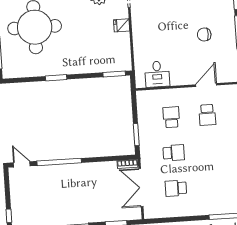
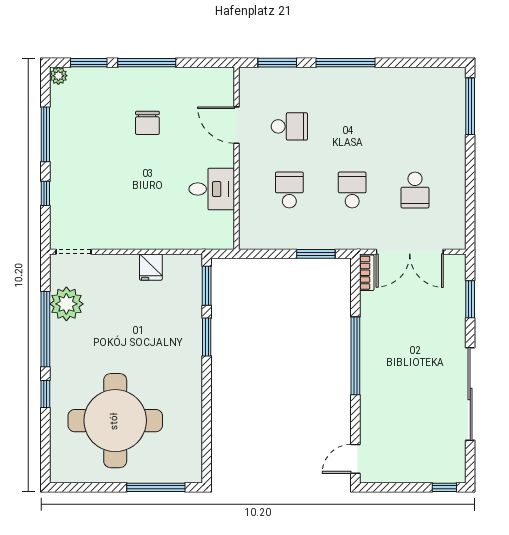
fridge: (122, 25) -> (151, 267), moved
desk: (157, 74) -> (212, 189), moved
window: (56, 78) -> (207, 337), moved
school desk: (171, 117) -> (289, 190), turned 90
window: (59, 162) -> (355, 356), moved

